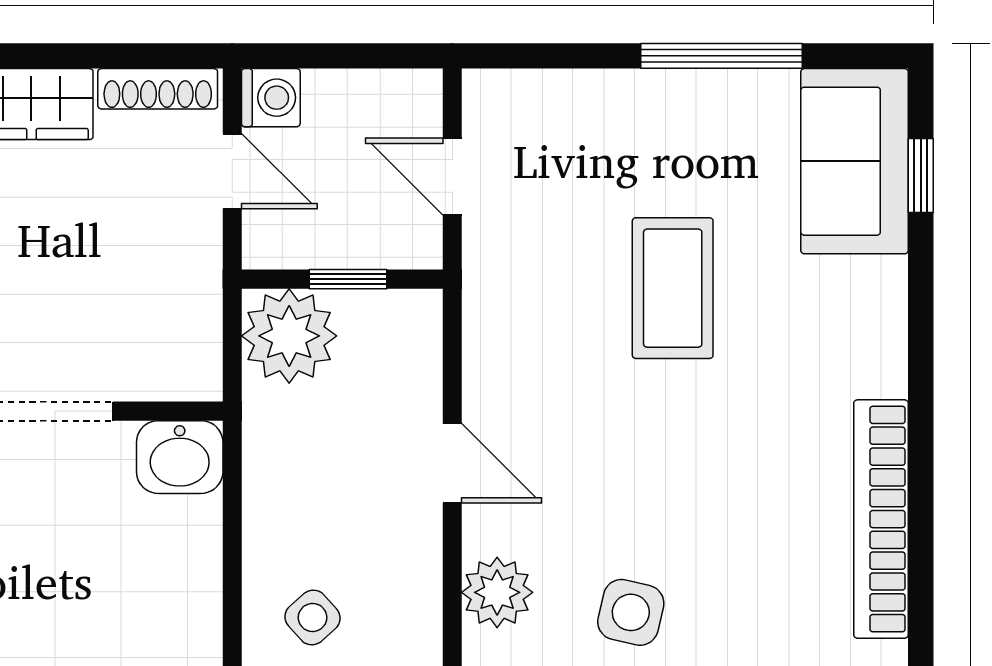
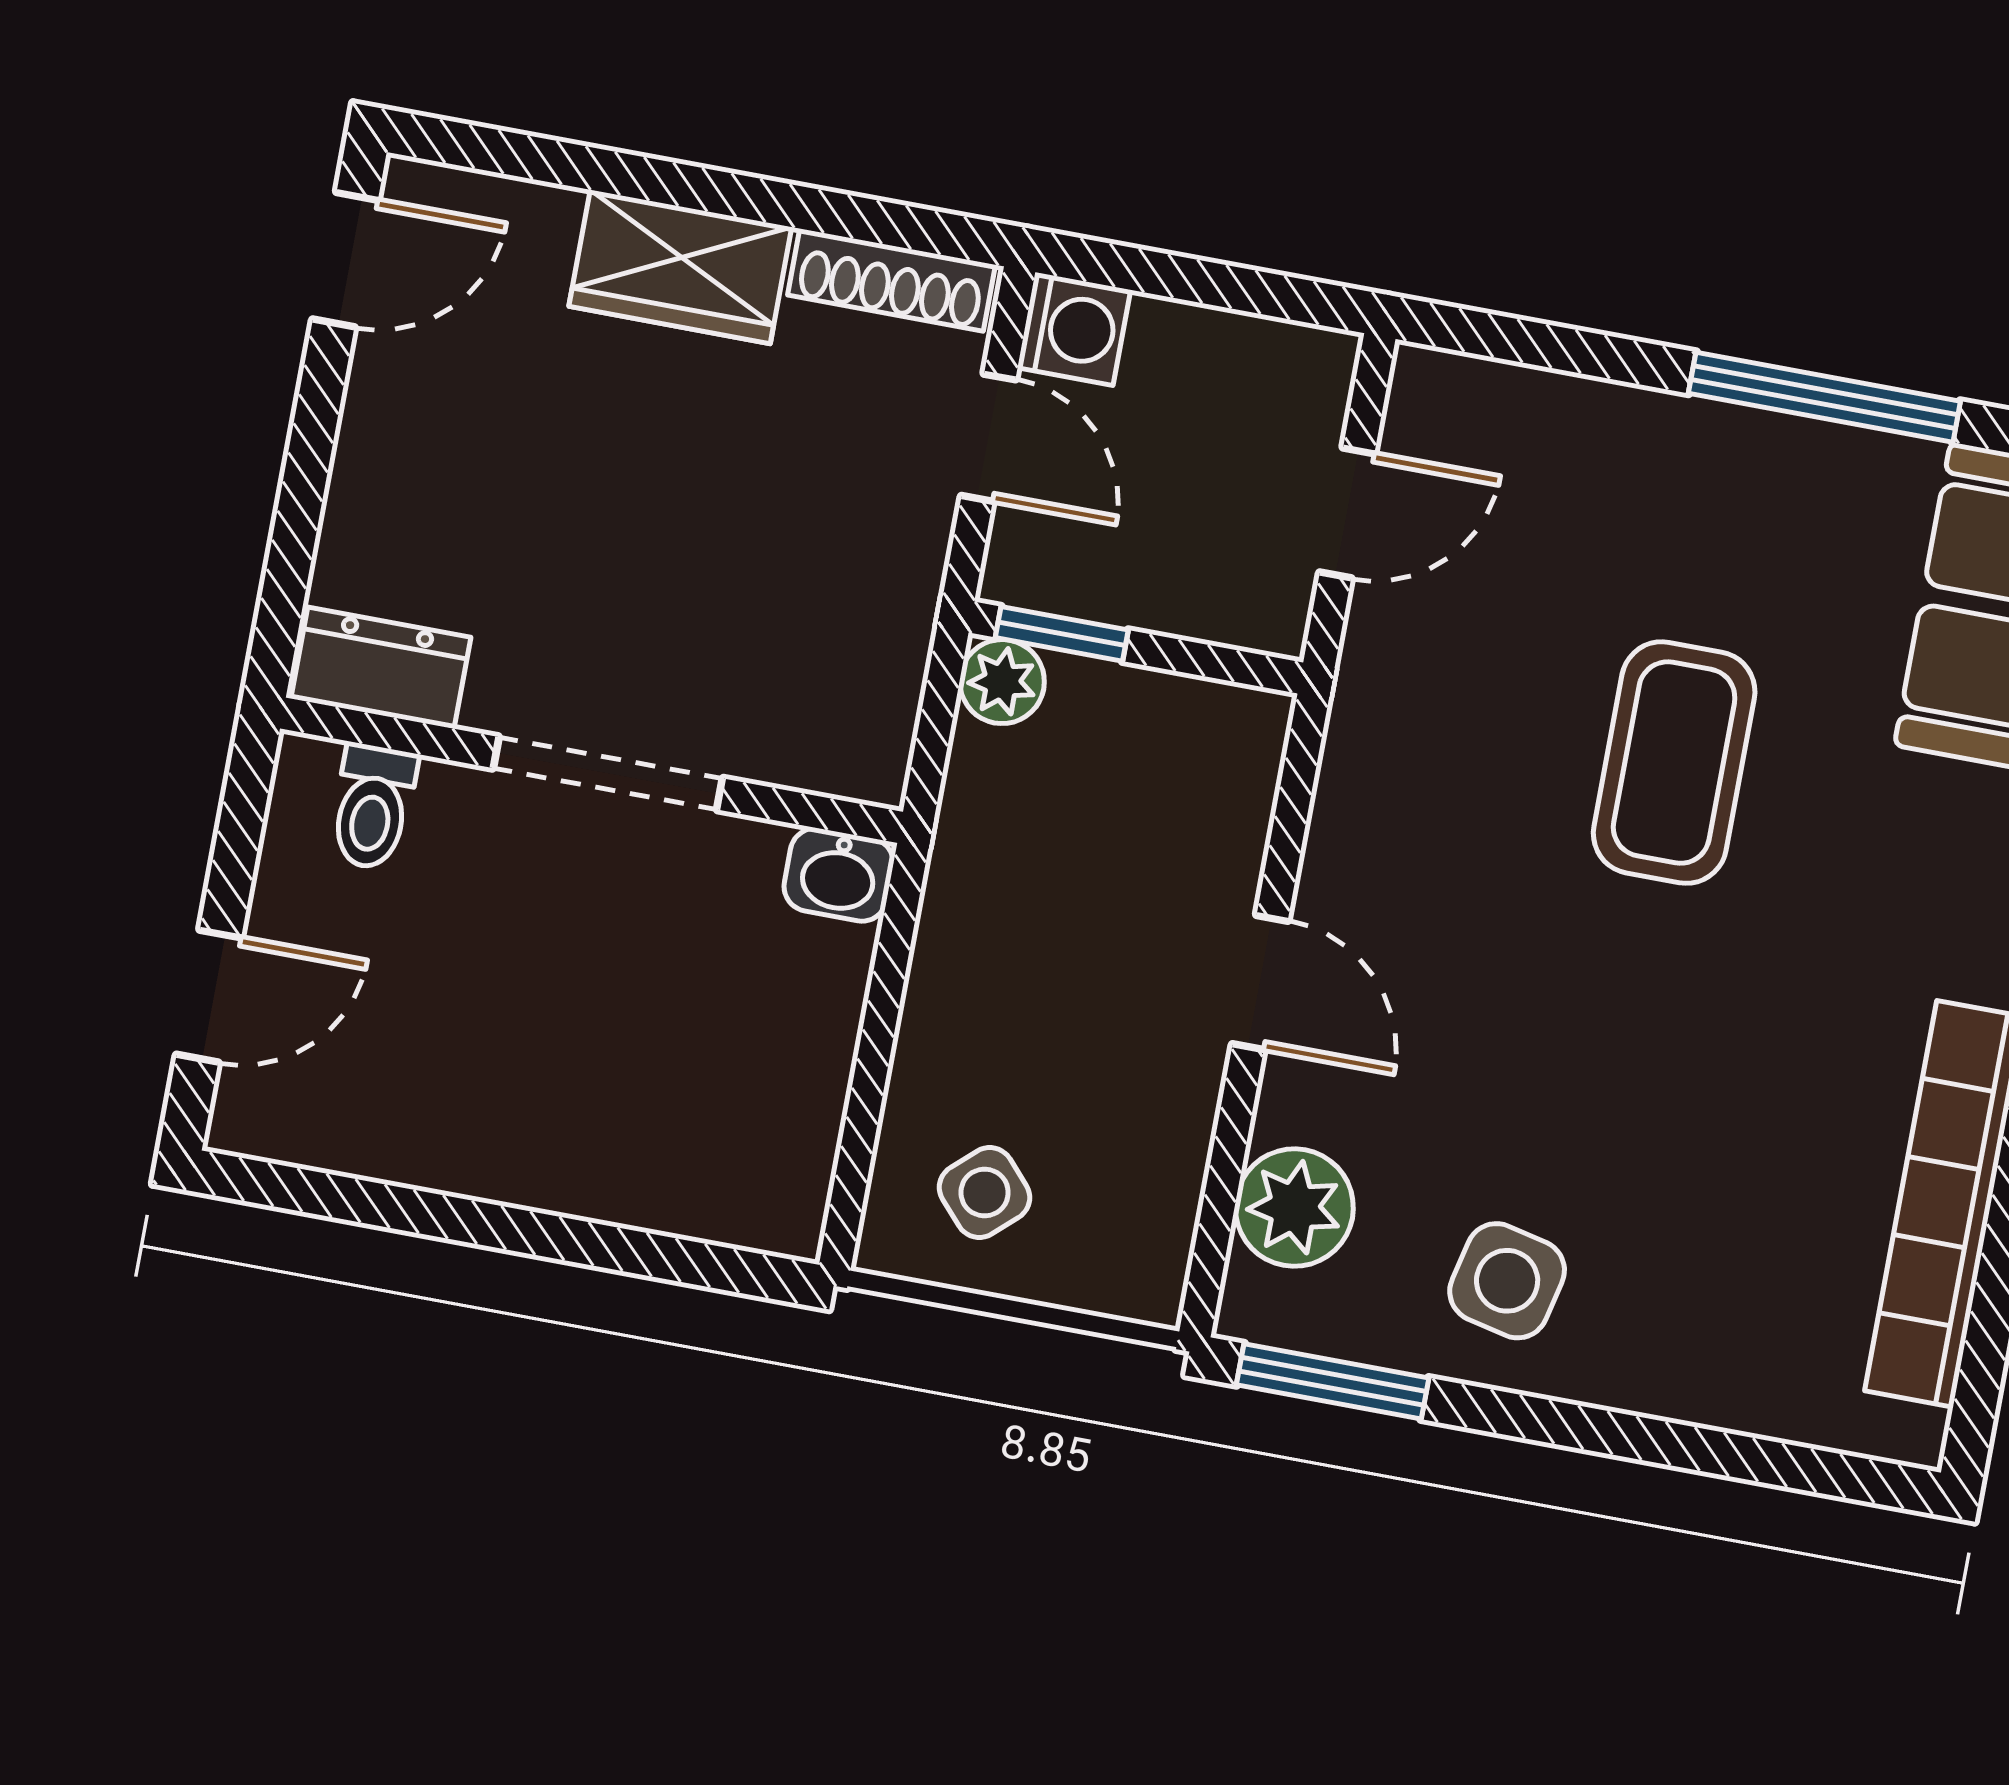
door: (452, 176) -> (1347, 513), swing flipped
window: (348, 279) -> (1062, 634), moved
plant: (289, 336) -> (1002, 682), width x0.53, depth x0.53
washbasin: (180, 457) -> (839, 875), width x0.72, depth x0.69

